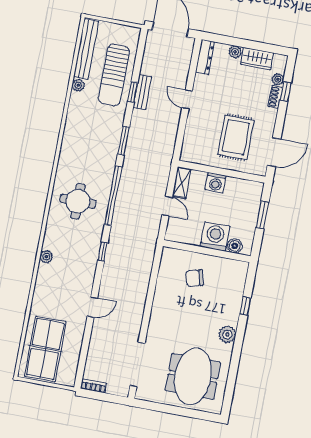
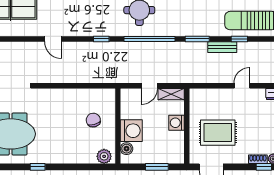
bench: (142, 92) -> (222, 47), moved
window: (245, 306) -> (38, 167), moved
plant: (227, 335) -> (104, 156), moved

